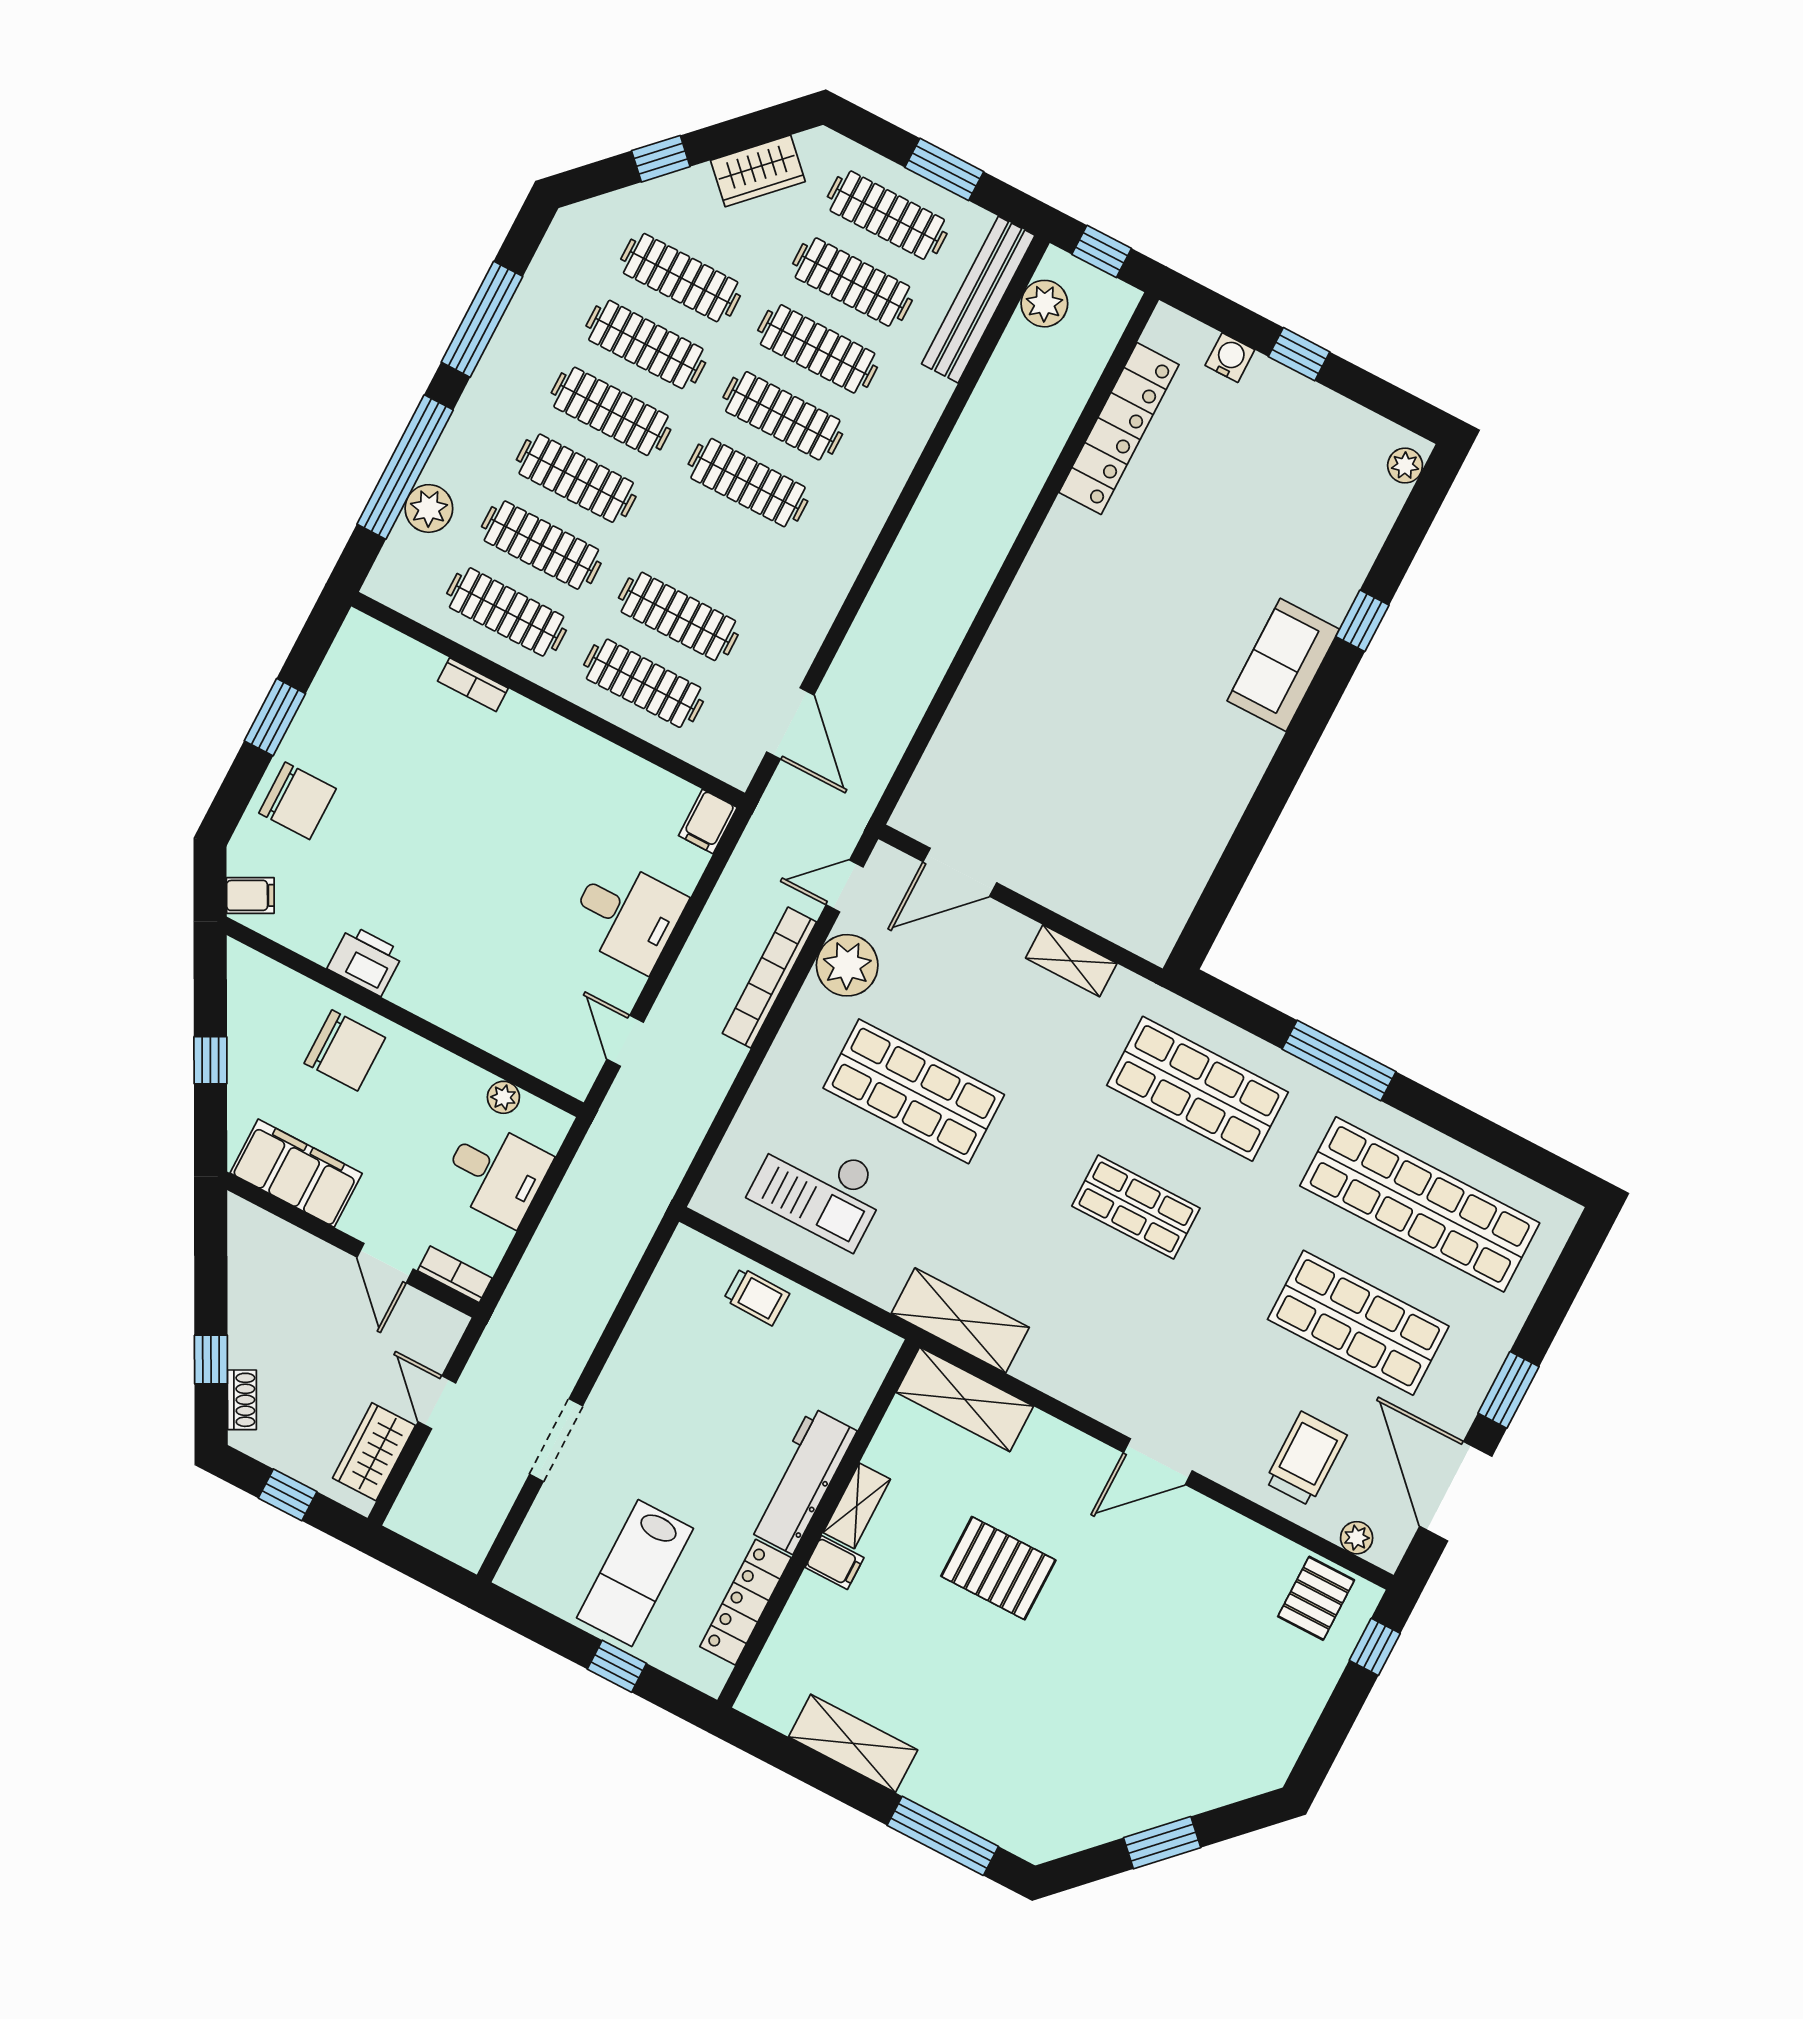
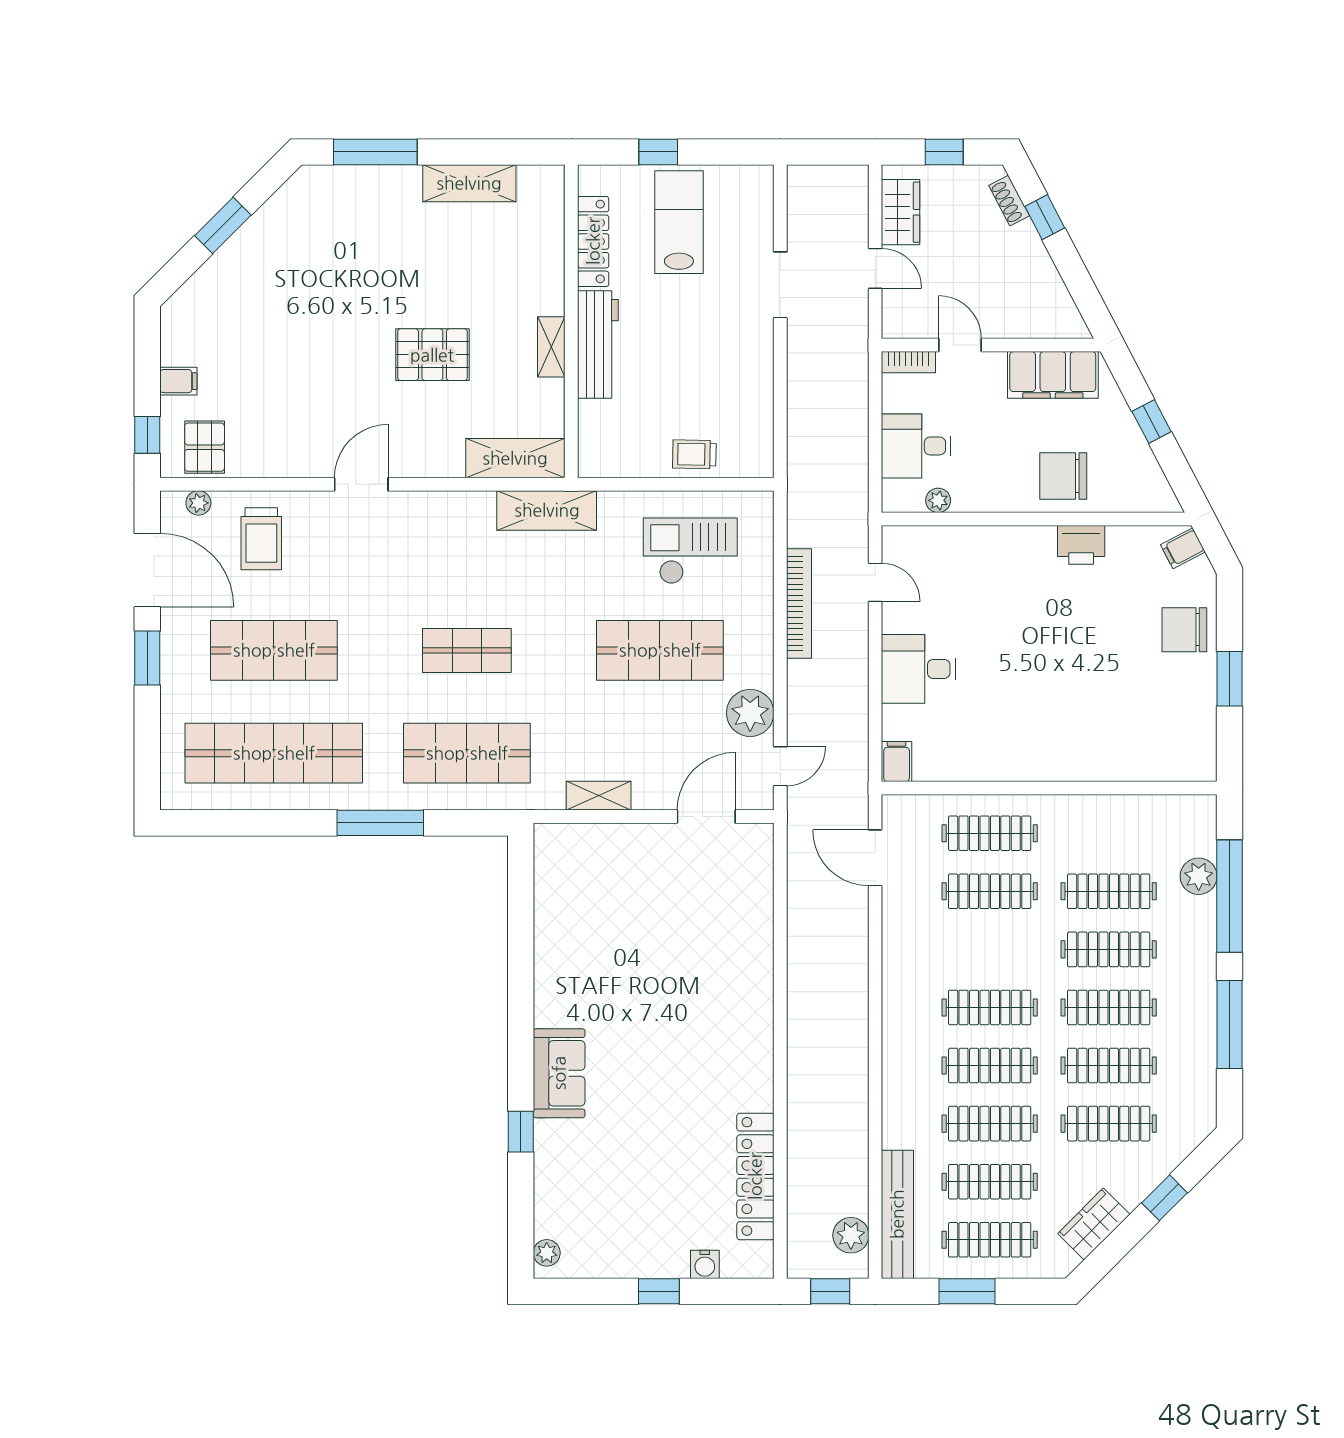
clothes rail: (507, 612) -> (1109, 833), removed
bookcase: (473, 685) -> (1106, 772), removed
bookcase: (769, 978) -> (799, 604), moved
filing cabinet: (834, 1563) -> (178, 381), moved, turned 180

